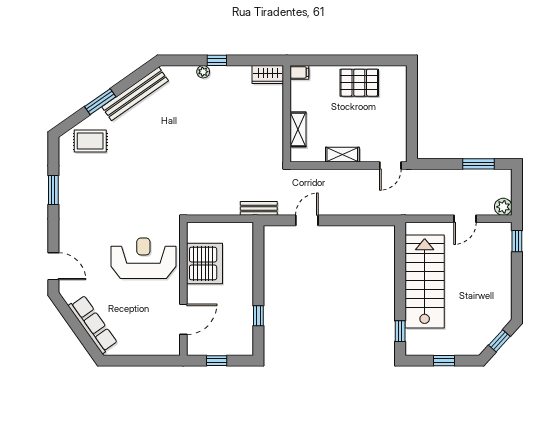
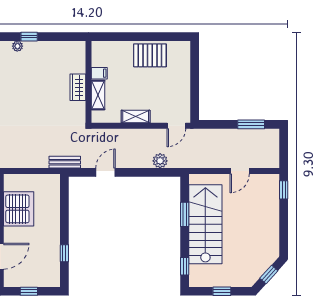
filing cabinet: (299, 72) -> (99, 73), moved
wardrobe: (268, 75) -> (78, 87), moved, turned 90
plant: (503, 207) -> (160, 161), moved
window: (400, 270) -> (185, 214), added

